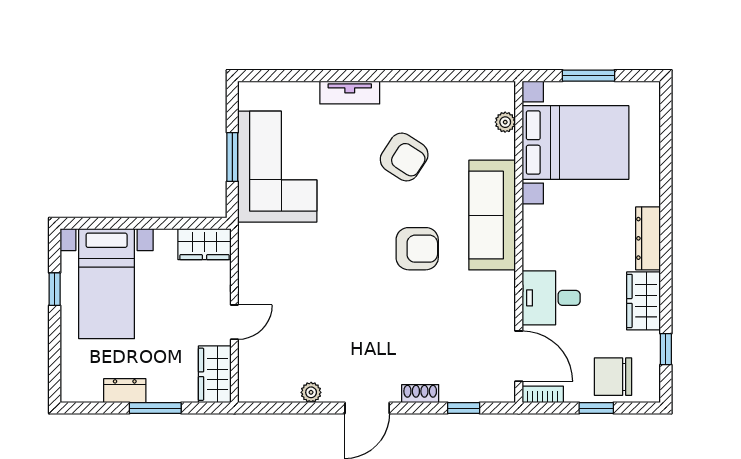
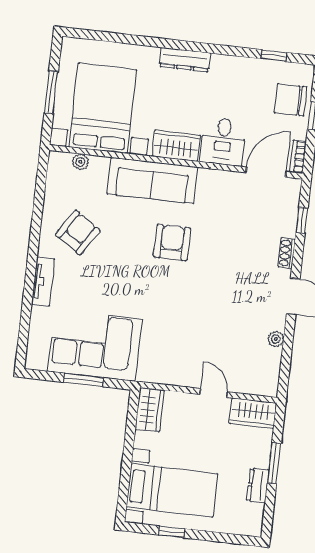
armchair: (404, 157) -> (78, 232), moved
wardrobe: (644, 301) -> (176, 146), moved, turned 180
chair: (613, 377) -> (291, 100), turned 90

